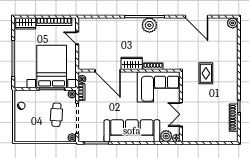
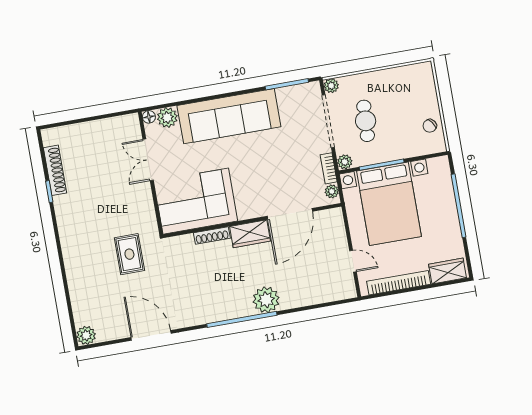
plant: (149, 25) -> (266, 300), moved
door: (108, 71) -> (290, 214), swing flipped
rug: (206, 73) -> (129, 254), moved
double door: (181, 114) -> (148, 160), swing flipped

